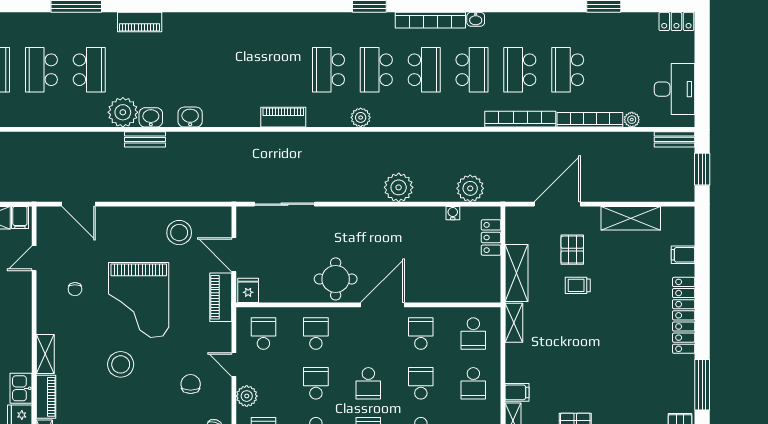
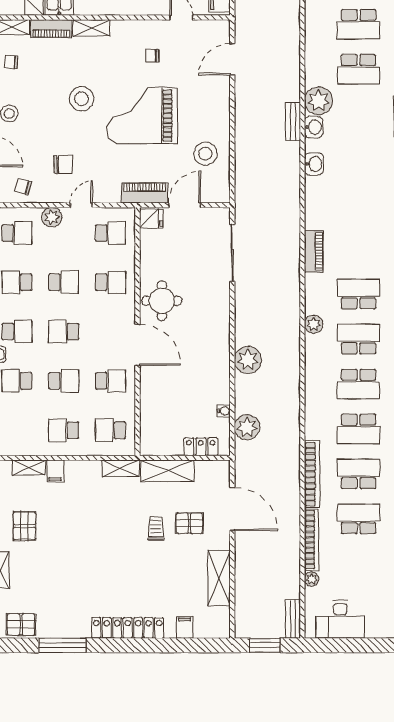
school desk: (41, 70) -> (359, 24), turned 180

